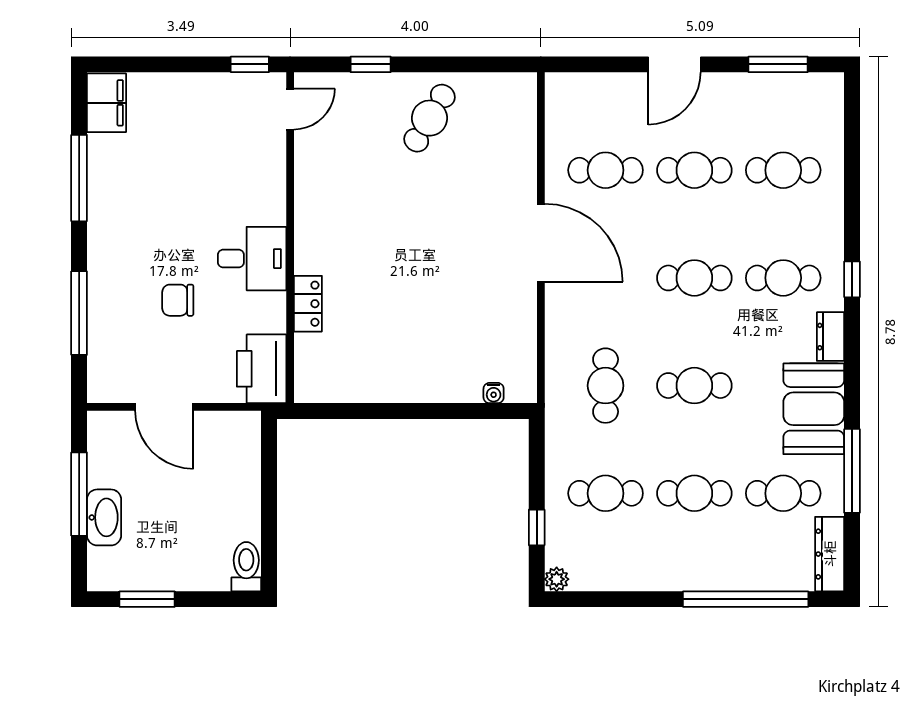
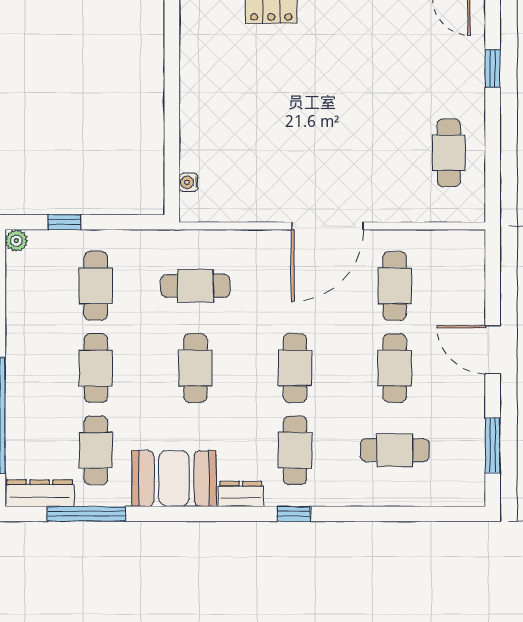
cafe table: (429, 118) -> (449, 153), moved, turned 59
cafe table: (783, 170) -> (395, 450), turned 90
window: (852, 471) -> (86, 514), moved

